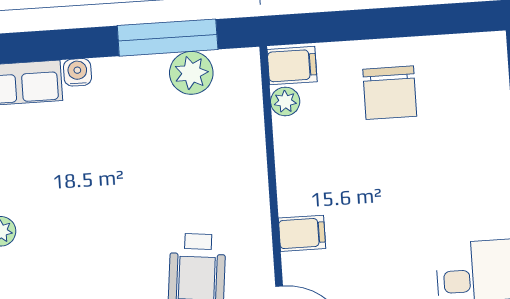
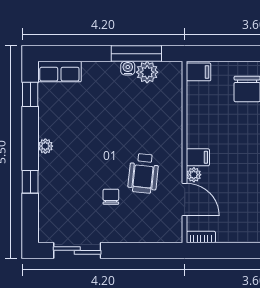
water cooler: (77, 72) -> (128, 68), moved
plant: (285, 101) -> (194, 175), moved

